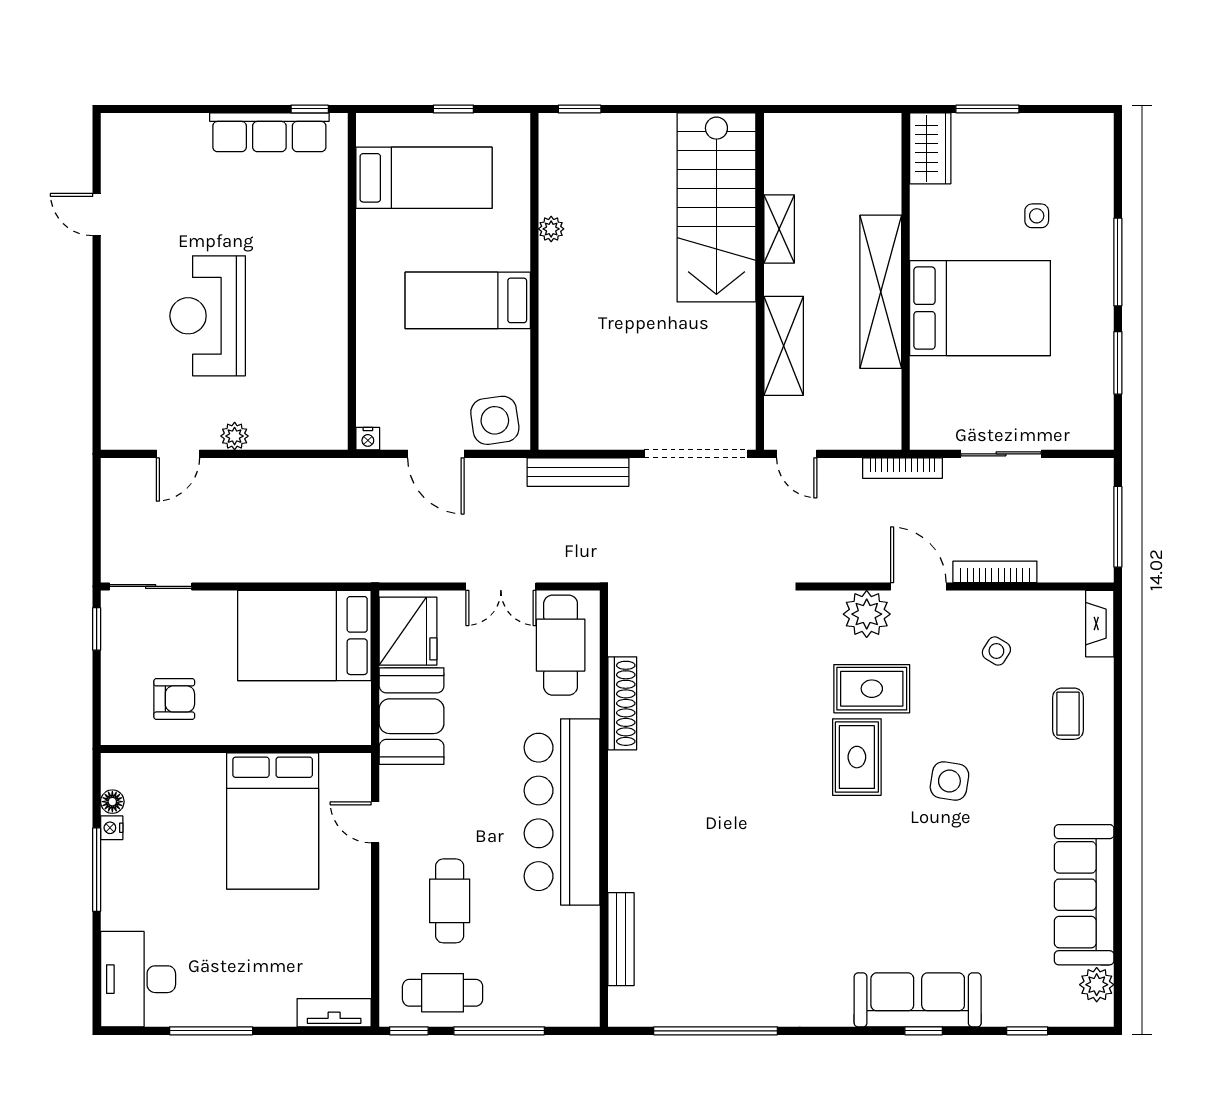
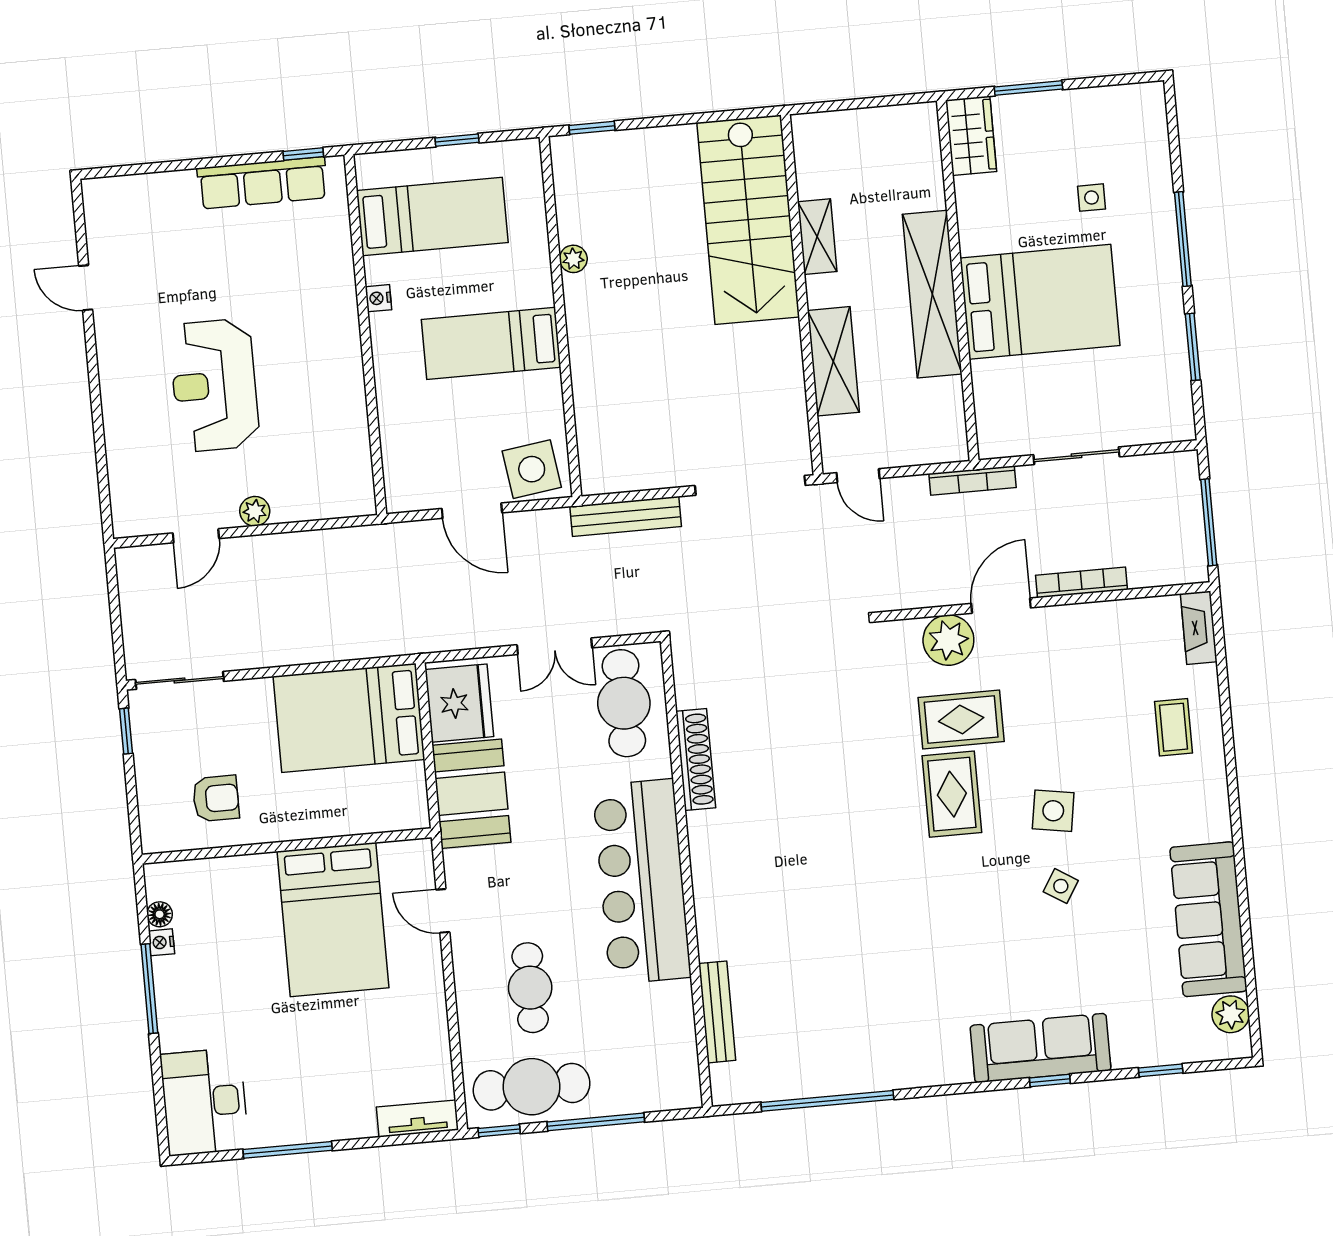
nightstand: (368, 439) -> (378, 298), moved, turned 90
door: (918, 586) -> (1001, 606), hinge flipped
side table: (996, 651) -> (1061, 886), moved
cafe table: (443, 993) -> (532, 1087), width x1.37, depth x1.35

